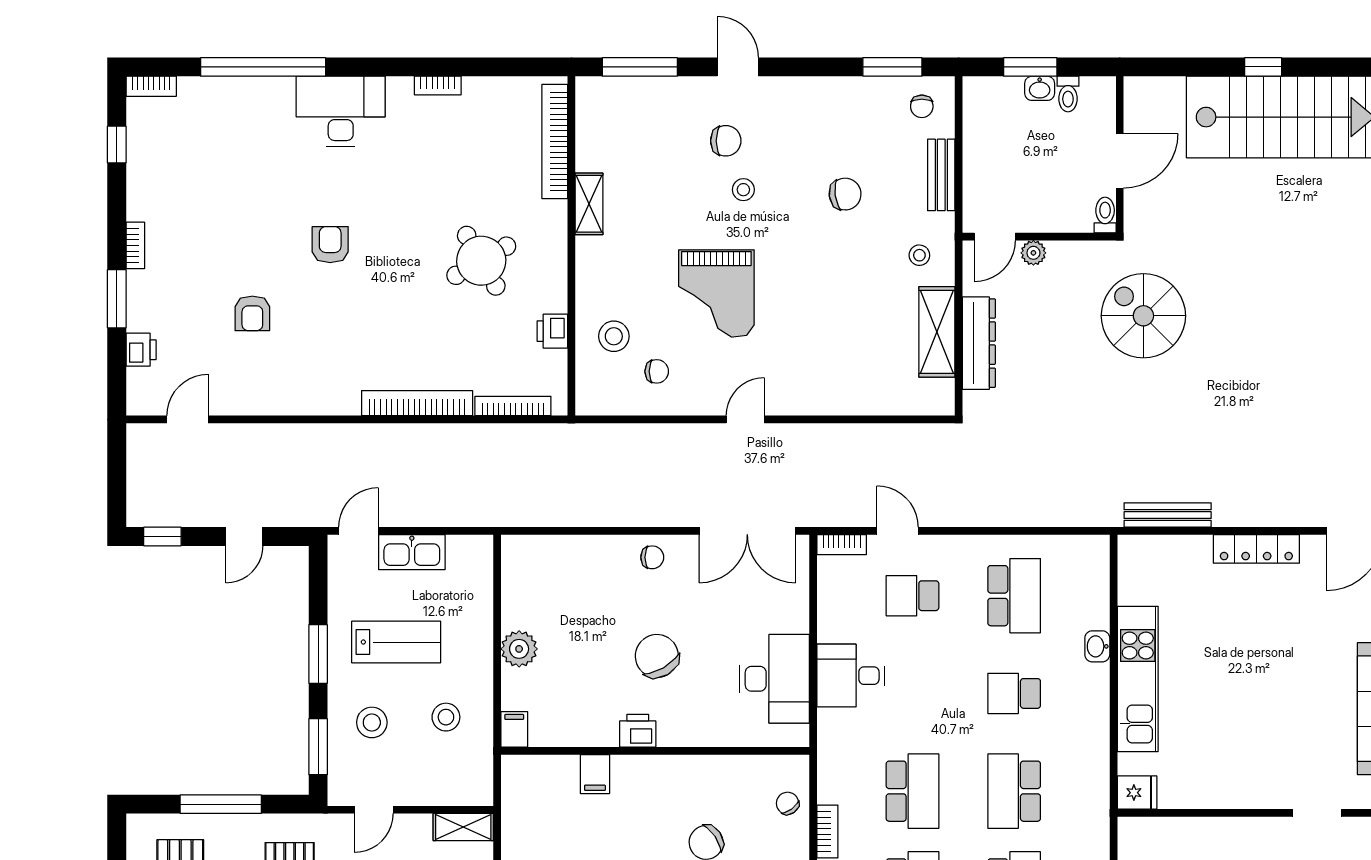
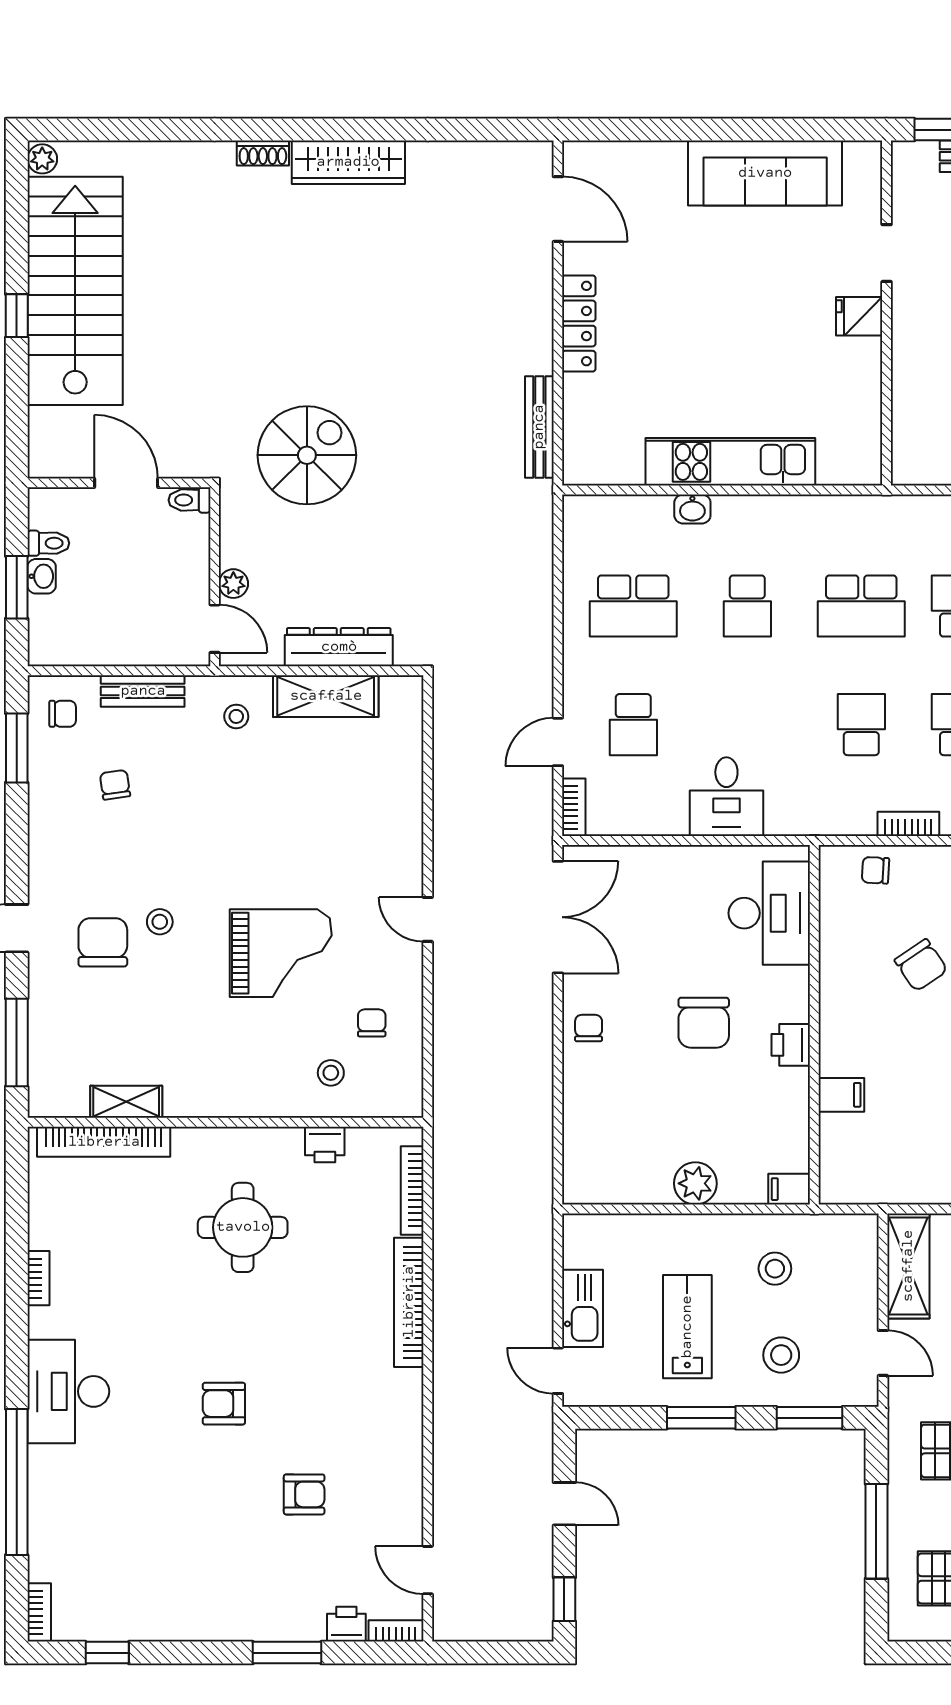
chair: (726, 141) -> (103, 942), width x1.37, depth x1.37
chair: (845, 194) -> (115, 785), moved, width x0.73, depth x0.73
shelving: (589, 204) -> (126, 1102), moved
bookcase: (135, 245) -> (396, 1631), moved
round table: (481, 261) -> (243, 1227), turned 30
spiral stairs: (1143, 316) -> (307, 455), turned 180
stool: (614, 336) -> (331, 1073), width x0.73, depth x0.73
school desk: (1014, 596) -> (633, 606), turned 180
chair: (657, 656) -> (704, 1023), turned -60
desk: (775, 679) -> (769, 913), moved, turned 90
school desk: (912, 791) -> (861, 725), width x0.54
fridge: (1137, 793) -> (859, 316), moved, turned -90
chair: (788, 803) -> (875, 870), turned 39
shelving: (463, 827) -> (908, 1266), width x1.50, depth x1.33

